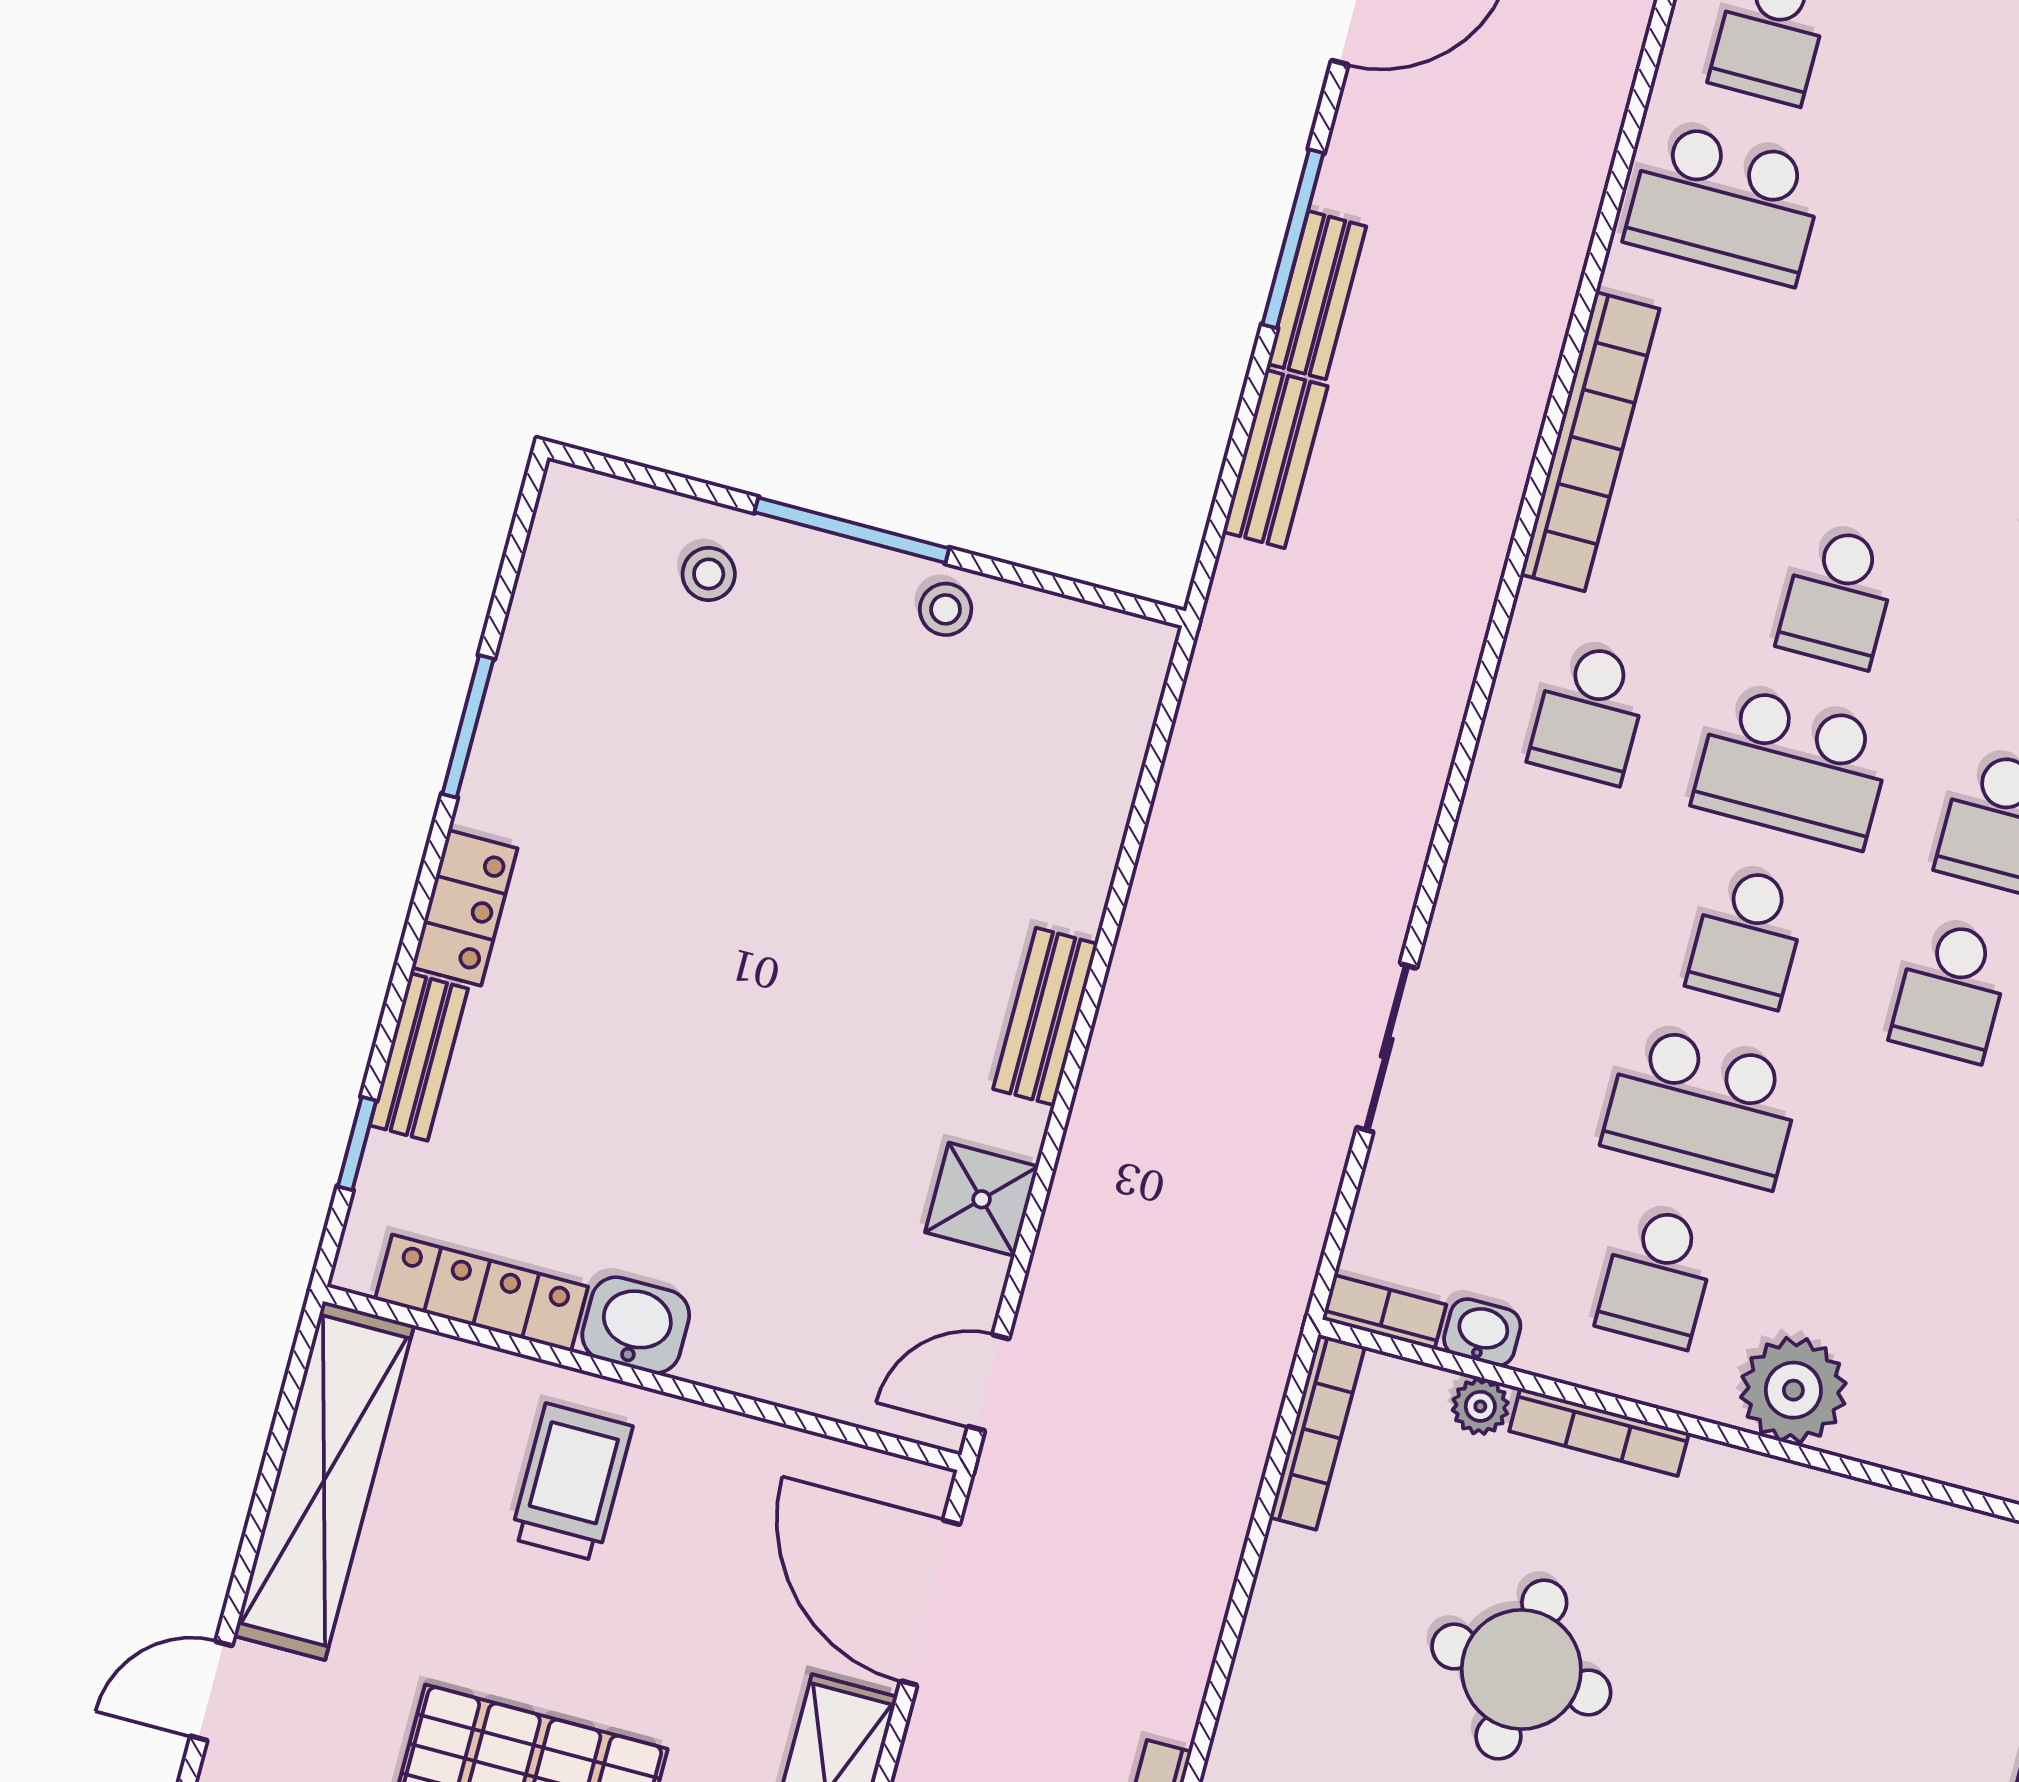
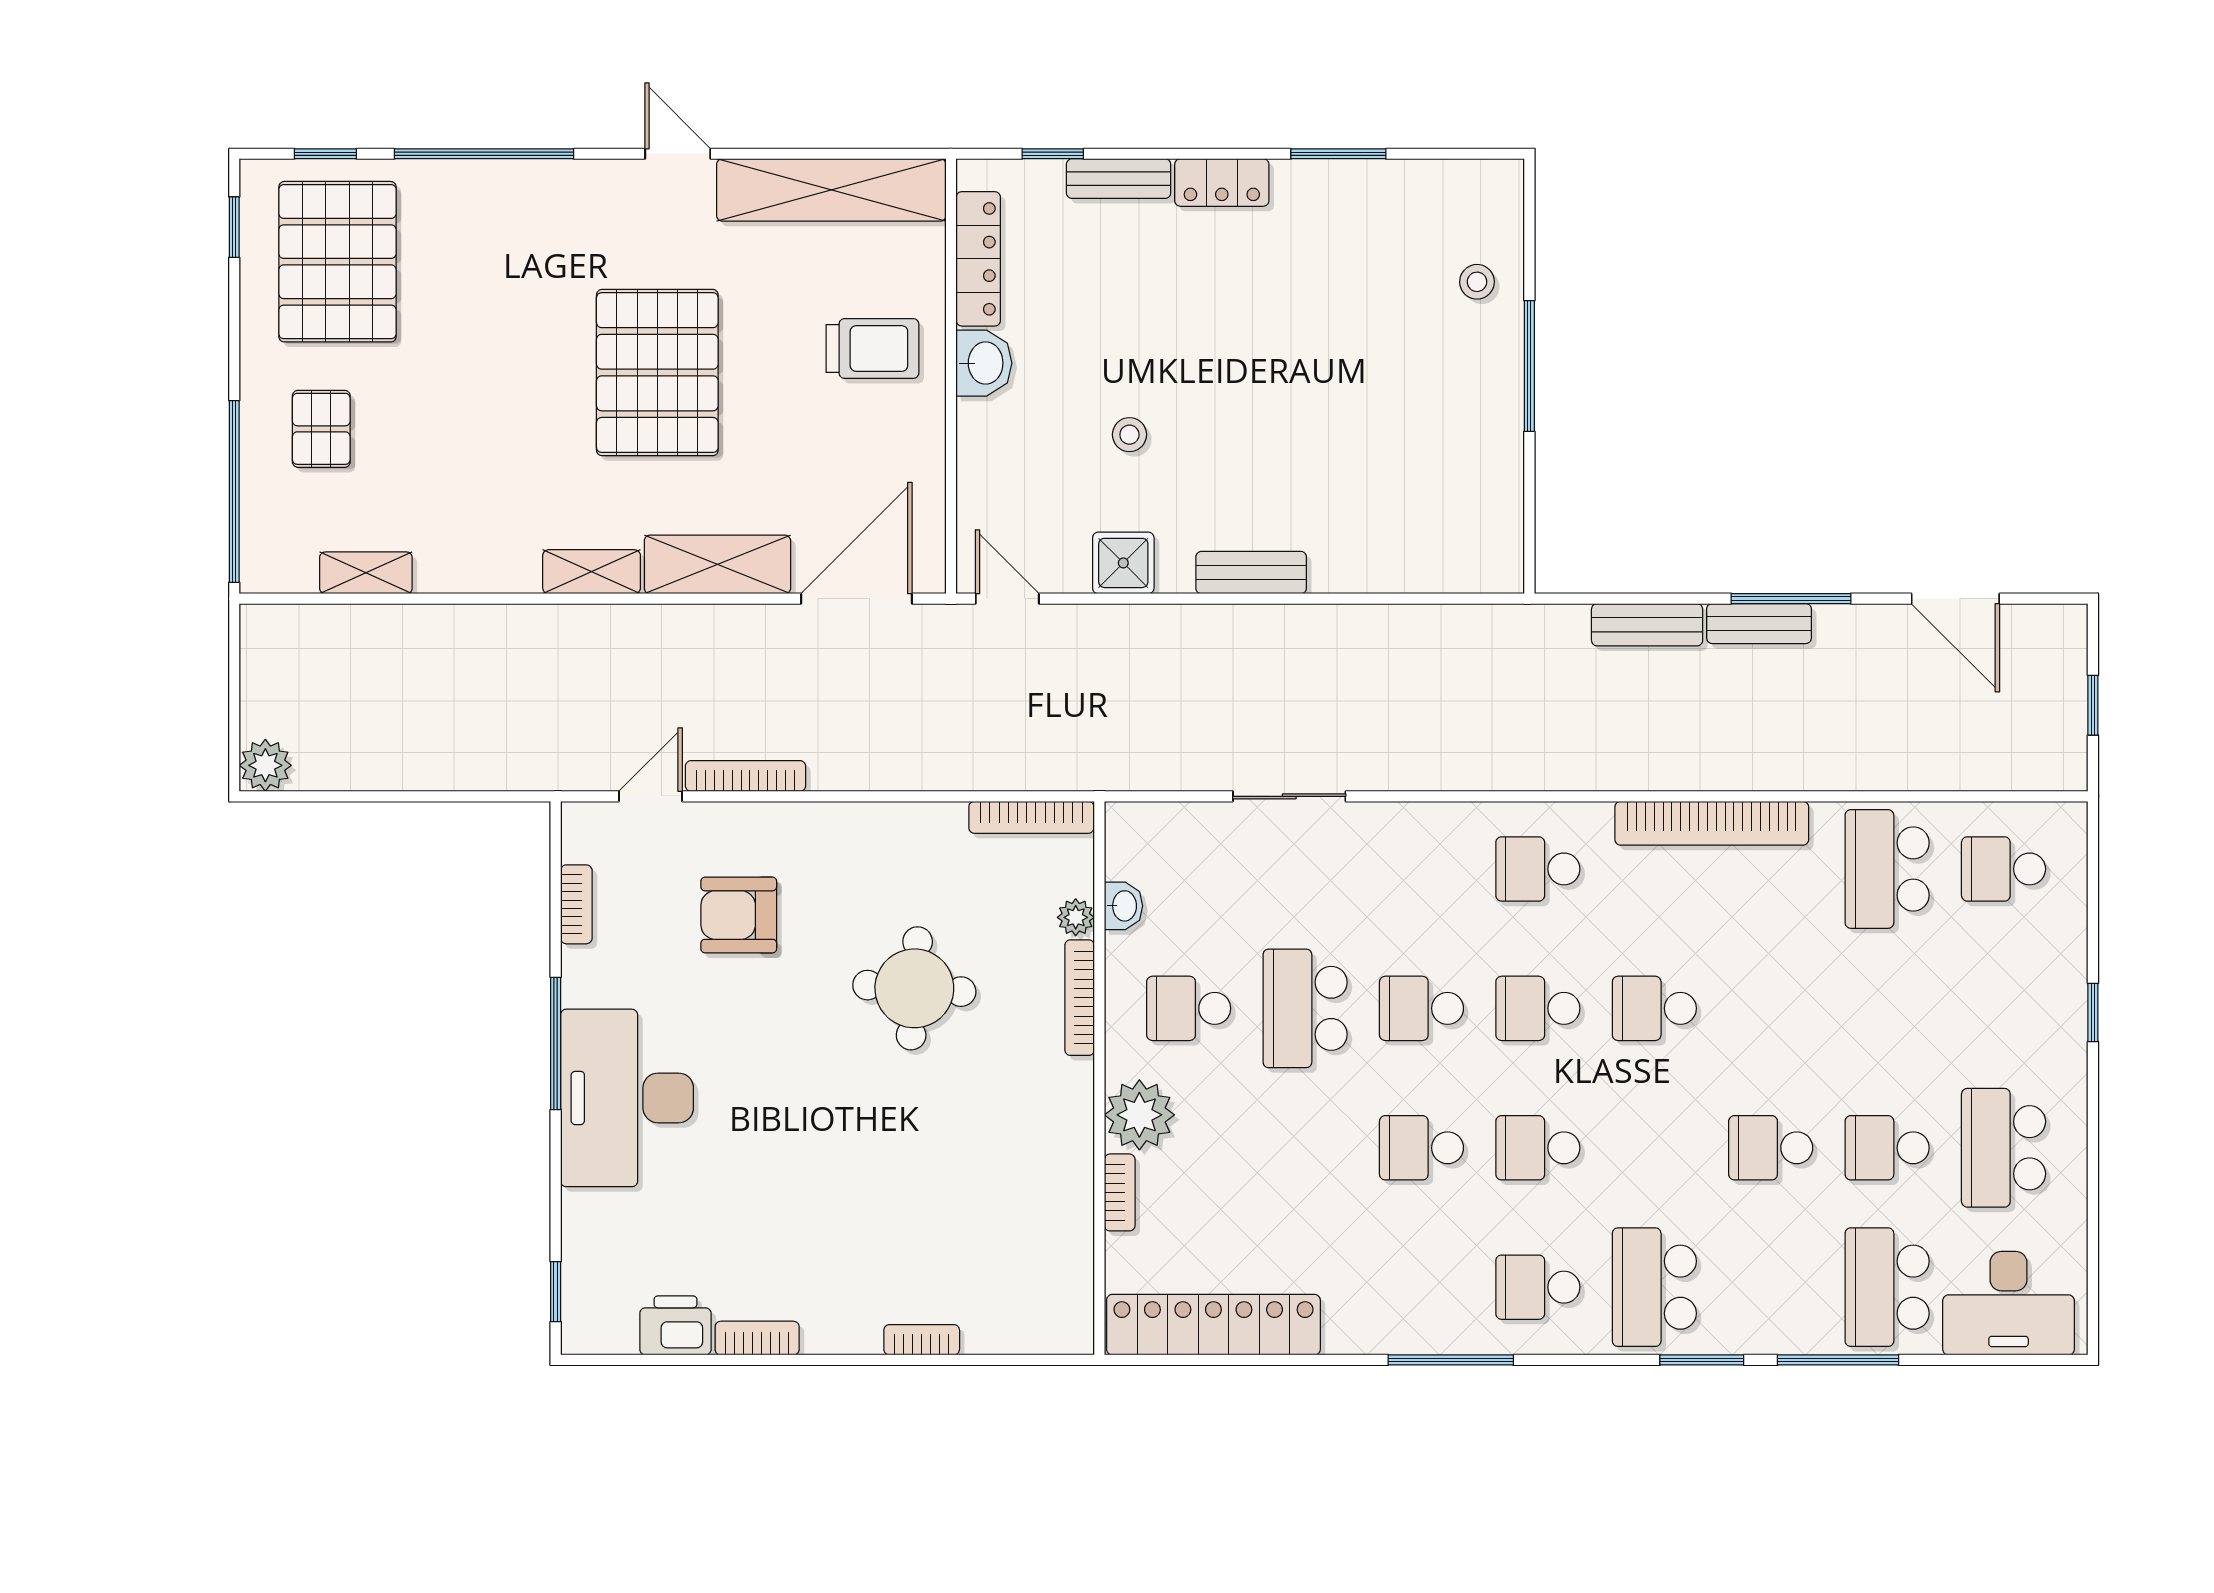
stool: (946, 609) -> (1129, 435), moved
school desk: (1793, 767) -> (1538, 1008), width x0.54
bookcase: (1384, 1312) -> (1120, 1192), moved

